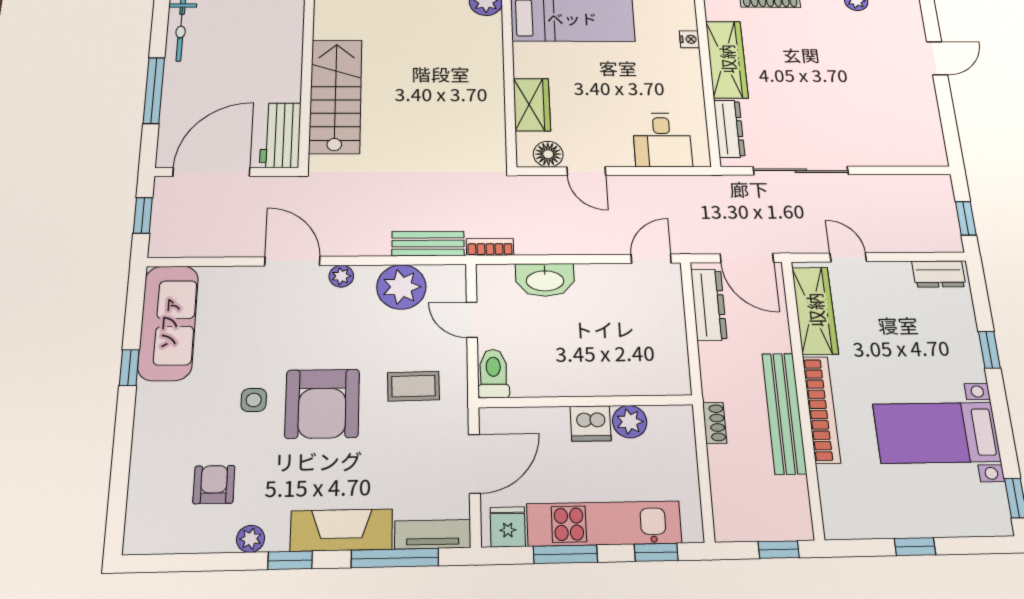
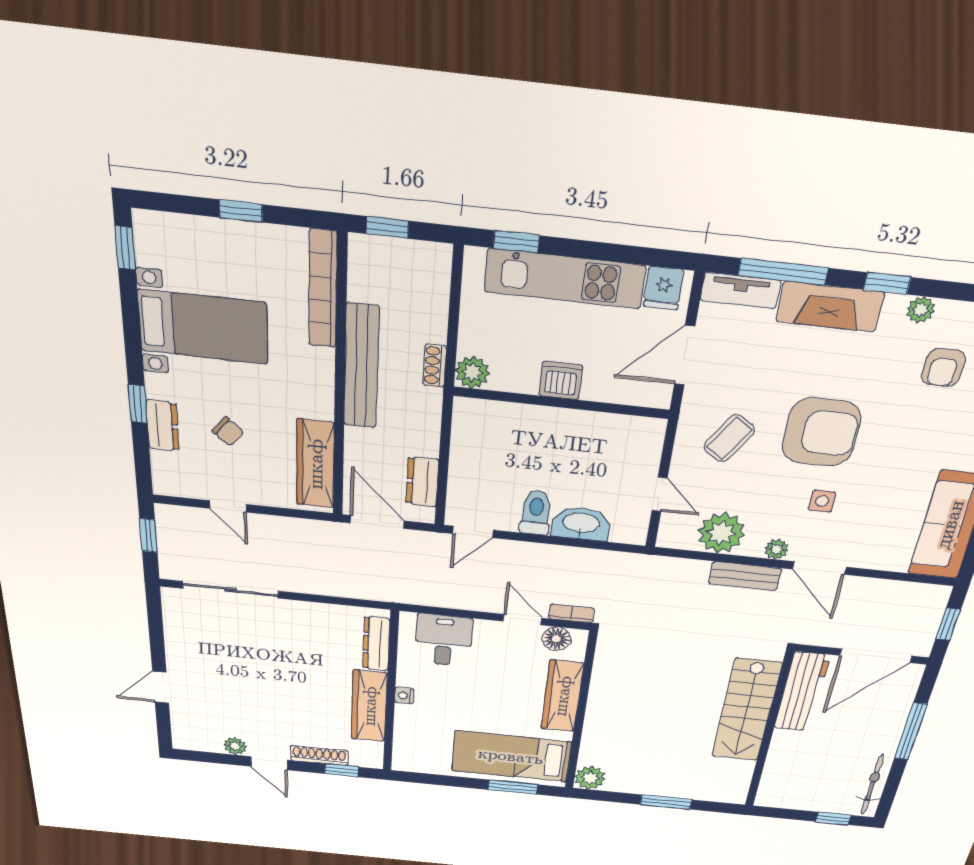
nightstand: (690, 39) -> (404, 696), moved
wardrobe: (532, 105) -> (562, 696), width x1.50
workbench: (280, 135) -> (802, 692), width x1.38
sliding door: (801, 171) -> (231, 590), moved
bench: (428, 244) -> (745, 576), moved
bookcase: (490, 247) -> (572, 613), moved, turned 180
door: (848, 257) -> (228, 506), moved
dresser: (939, 274) -> (162, 426), moved, turned 90
dresser: (709, 305) -> (422, 482), width x0.70
chair: (902, 333) -> (228, 432), added
toilet: (493, 374) -> (536, 513), moved, turned 180
coffee table: (413, 386) -> (729, 438), turned -56
side table: (254, 400) -> (822, 501), moved
armchair: (322, 404) -> (821, 432), turned 90
bookcase: (821, 409) -> (323, 289), moved
plant: (630, 422) -> (472, 372), moved
window: (565, 554) -> (610, 252), removed

